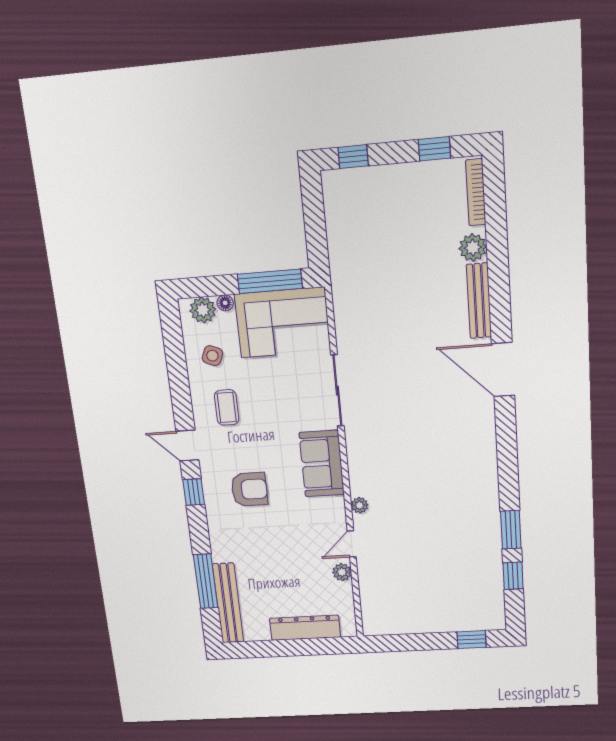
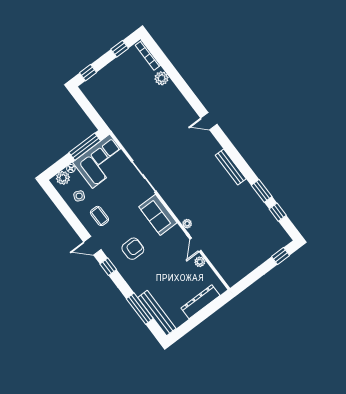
bench: (479, 301) -> (231, 167), moved
door: (503, 370) -> (209, 121), width x0.53

